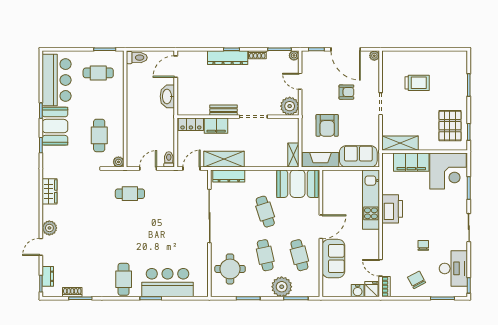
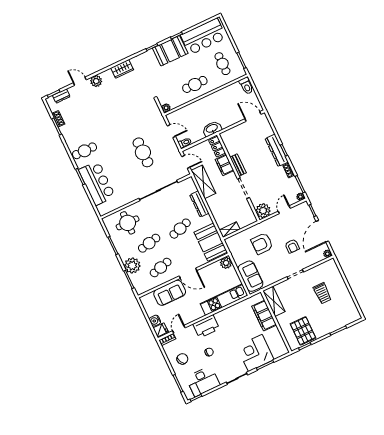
washbasin: (167, 96) -> (212, 129), moved
pallet: (450, 126) -> (303, 331), turned 90
cafe table: (99, 135) -> (195, 84), moved
fireplace: (320, 160) -> (235, 250), removed
corner desk: (448, 171) -> (255, 353), moved, turned 90
dresser: (229, 176) -> (199, 204), moved
plant: (330, 177) -> (226, 263), added
cafe table: (130, 194) -> (143, 152), moved, width x1.37, depth x1.35
printer: (392, 209) -> (206, 326), moved

